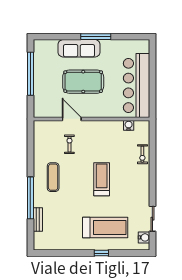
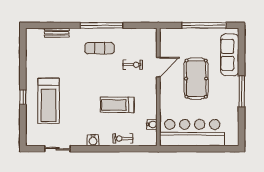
sofa: (79, 48) -> (230, 55), moved
treadmill: (102, 179) -> (117, 105), moved, turned 180
window: (30, 198) -> (102, 25), moved
water cooler: (144, 237) -> (93, 140), moved

